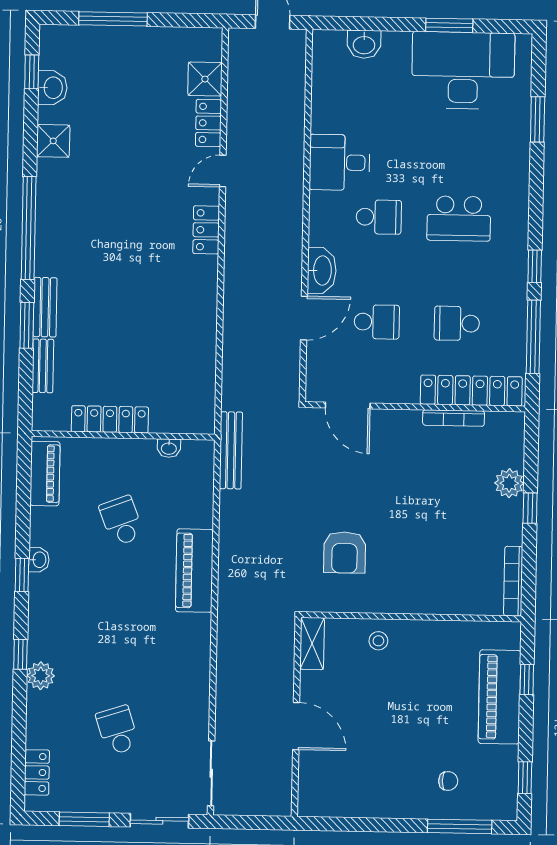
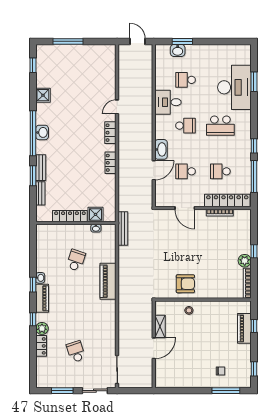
window: (449, 25) -> (182, 41), moved
desk: (463, 70) -> (234, 87), moved, turned 90
shower: (205, 79) -> (96, 214), moved
washbasin: (52, 88) -> (42, 132), moved
school desk: (381, 112) -> (186, 80), added
locker: (208, 123) -> (110, 163), moved
school desk: (377, 322) -> (186, 171), turned 180
door: (348, 405) -> (185, 208), moved
piano: (45, 474) -> (42, 298), moved
plant: (509, 483) -> (245, 261), moved
school desk: (122, 521) -> (76, 260), turned 39
armchair: (345, 552) -> (185, 284), moved, turned -90
shelving: (312, 644) -> (160, 326), moved
piano: (499, 697) -> (244, 328), width x0.73, depth x0.75
door: (296, 726) -> (154, 348), hinge flipped
locker: (37, 772) -> (41, 346), moved

